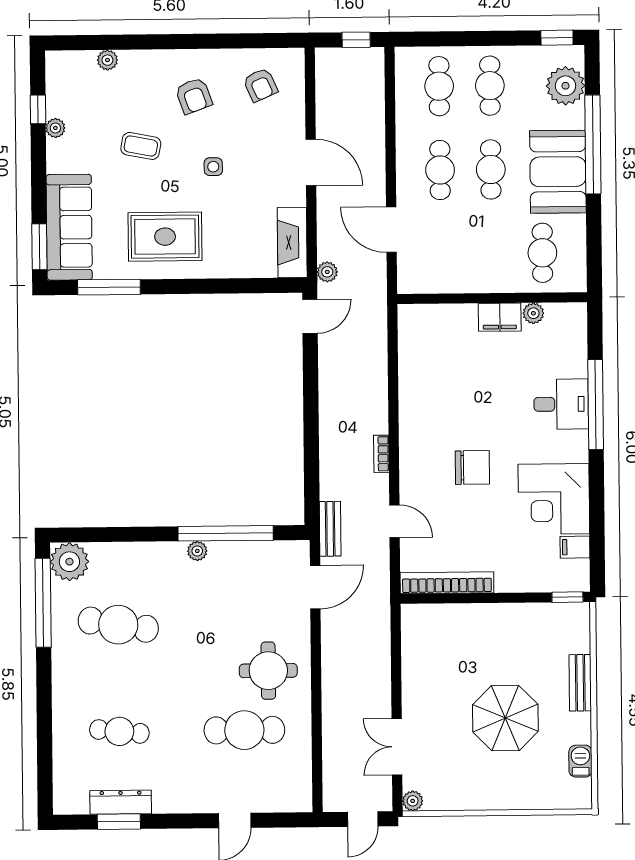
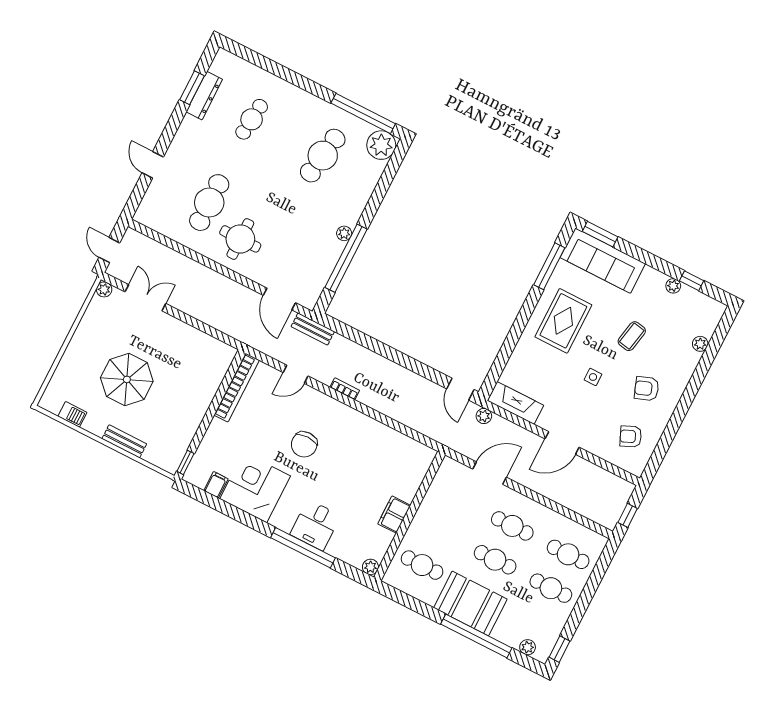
plant: (566, 86) -> (528, 647), width x0.53, depth x0.53
plant: (533, 313) -> (370, 567), moved

